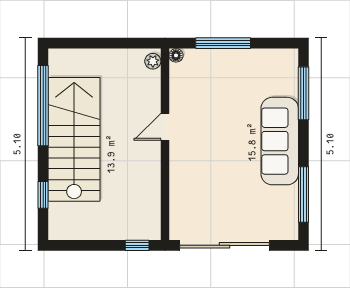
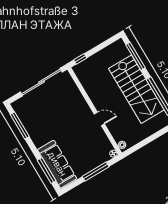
door: (165, 127) -> (99, 119), hinge flipped
sofa: (280, 141) -> (57, 164), moved
window: (43, 195) -> (135, 56), width x2.17

